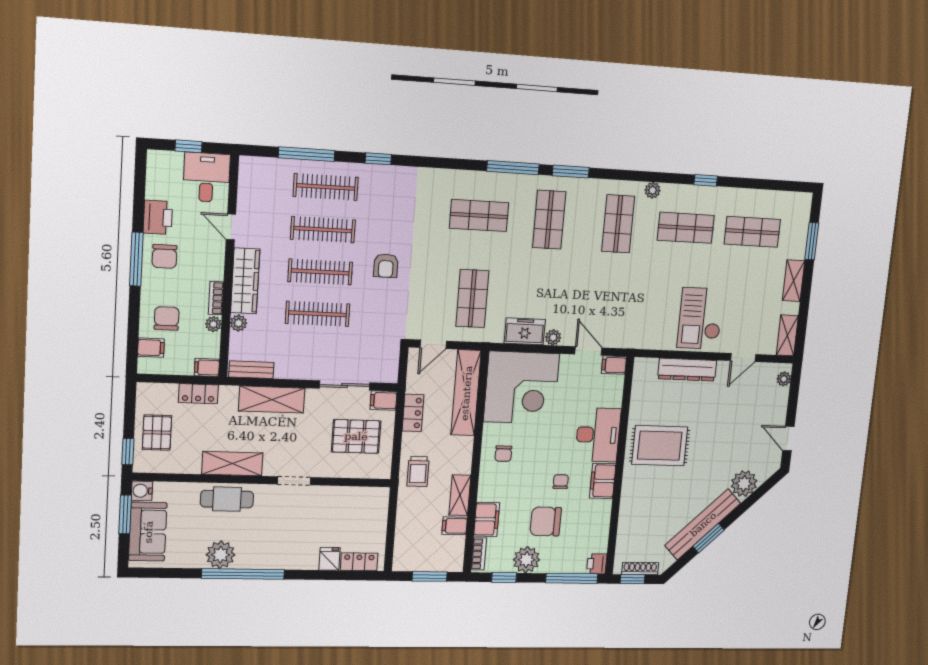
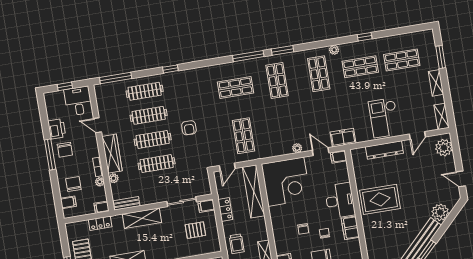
window: (307, 154) -> (116, 78), moved
freezer: (525, 331) -> (343, 138), moved
plant: (784, 379) -> (444, 148), width x1.88, depth x1.88
pallet: (356, 436) -> (195, 230), width x0.67, depth x0.71
chair: (503, 454) -> (303, 229), moved

